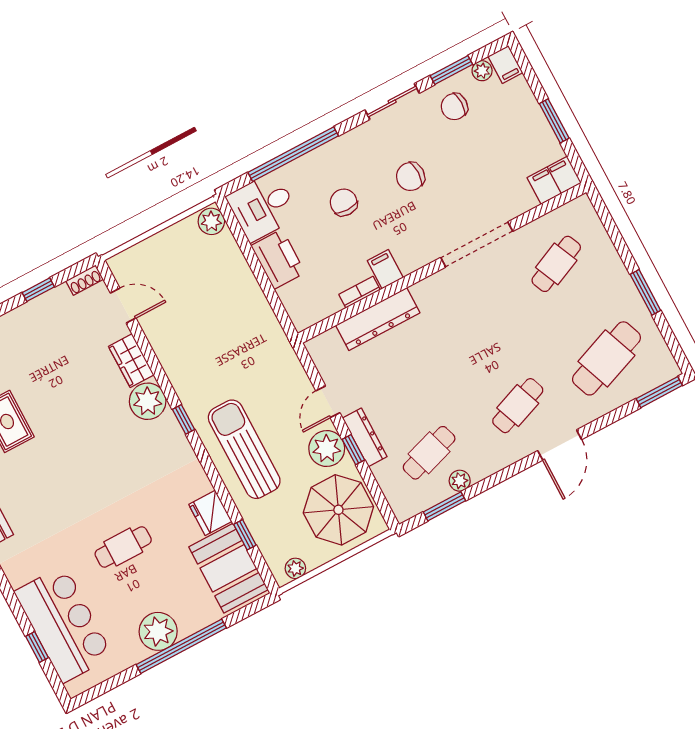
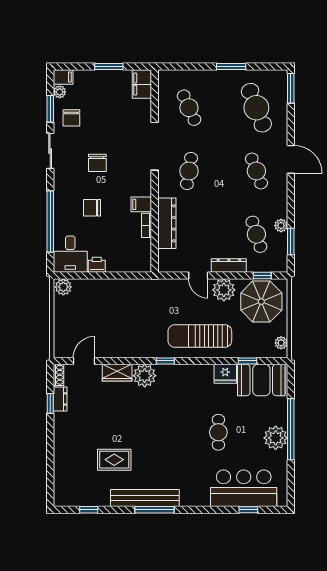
printer: (278, 259) -> (97, 265), width x0.53, depth x0.68
dresser: (52, 300) -> (60, 399), added
cafe table: (467, 311) -> (189, 171), added
window: (353, 450) -> (262, 275), moved

